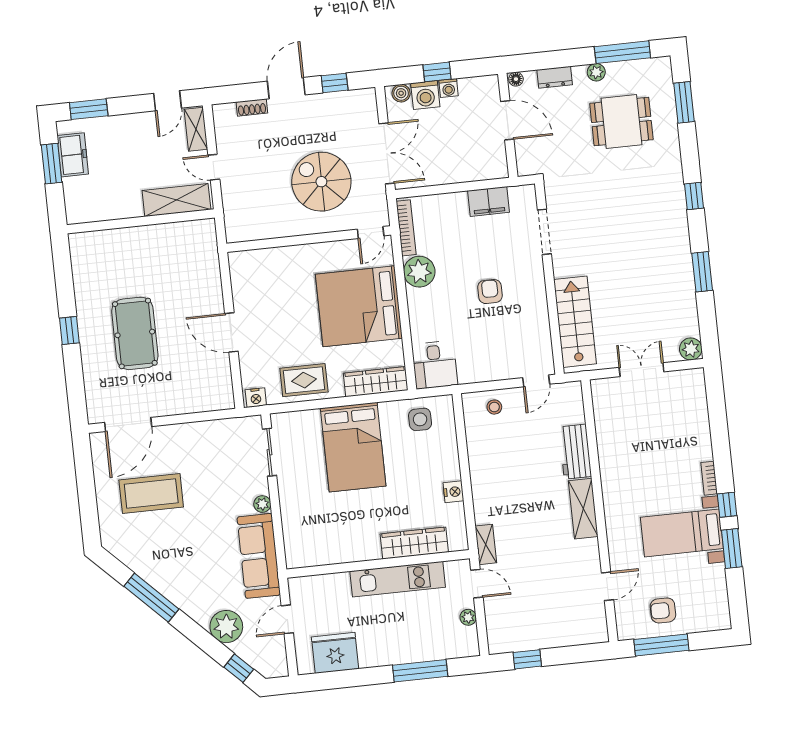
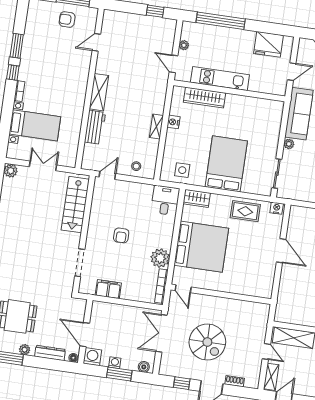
window: (437, 72) -> (119, 374), width x1.50
dresser: (555, 77) -> (50, 353), width x1.44
washing machine: (425, 95) -> (92, 357), moved
spiral stairs: (321, 182) -> (207, 342), moved
door: (371, 233) -> (183, 289), swing flipped
double door: (642, 370) -> (43, 166), swing flipped
wardrobe: (376, 382) -> (197, 198), width x0.67
bed with nightstands: (682, 533) -> (35, 125), moved
shelving: (486, 544) -> (156, 126), moved
armchair: (663, 610) -> (67, 19), turned 180
window: (420, 671) -> (221, 21), width x1.46

